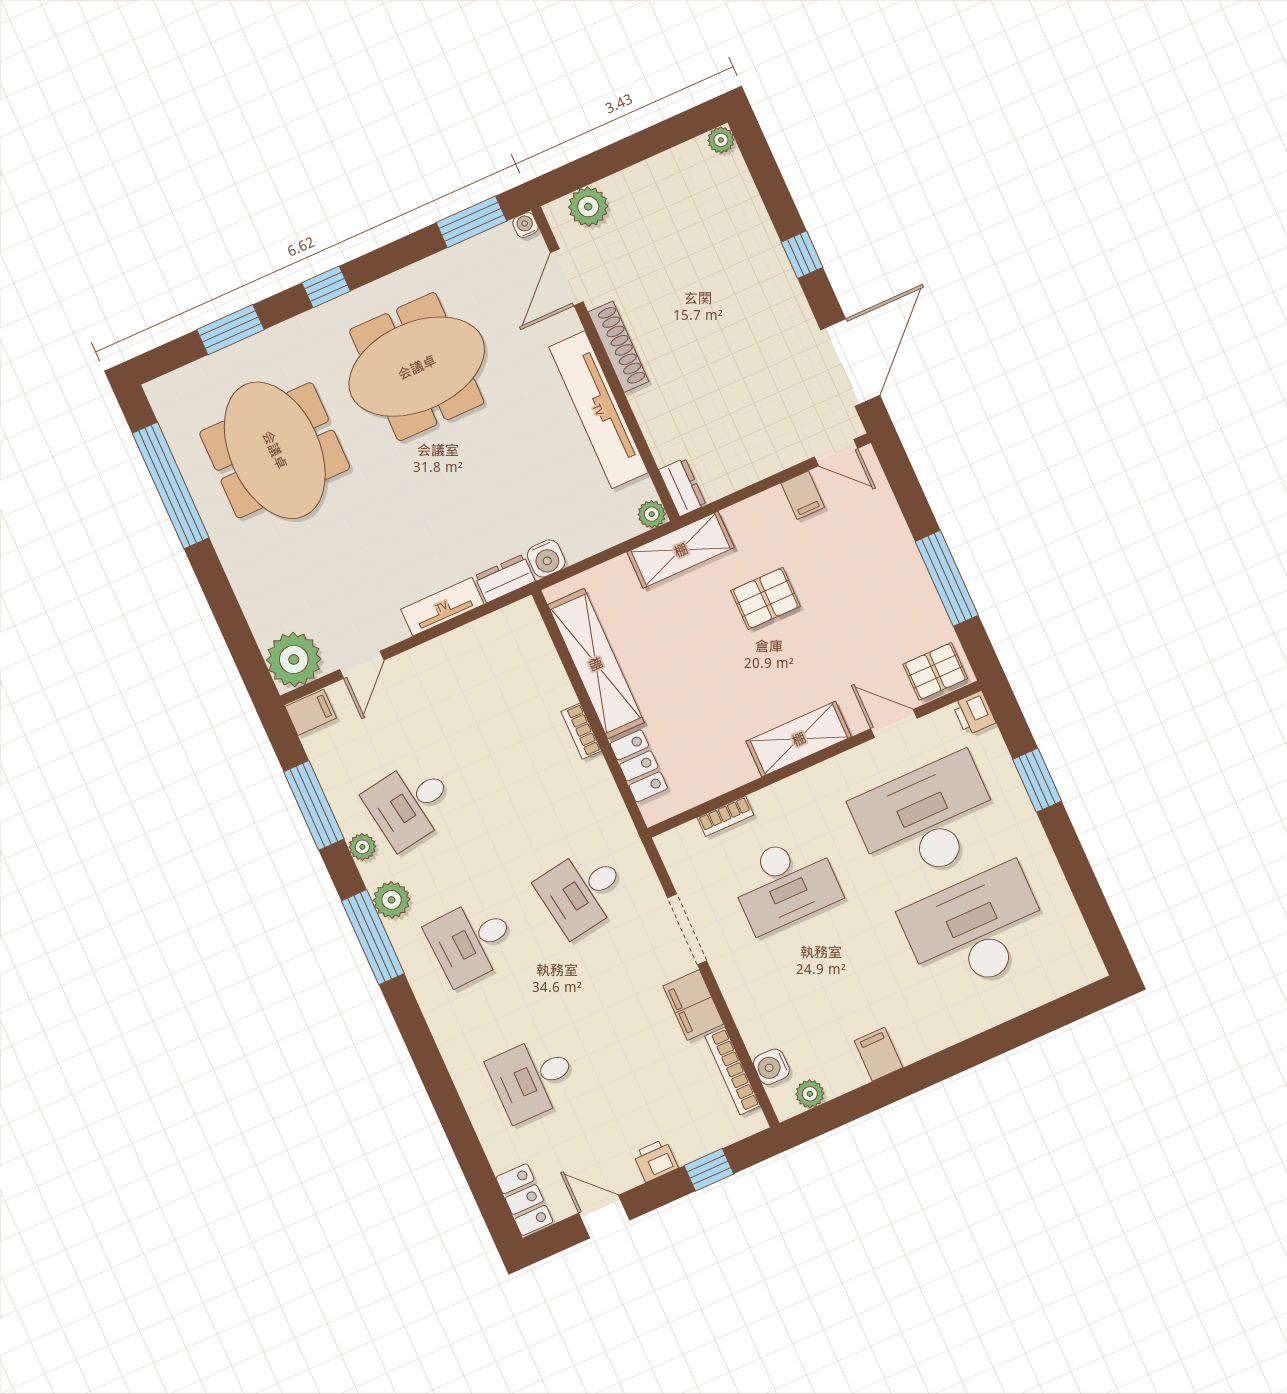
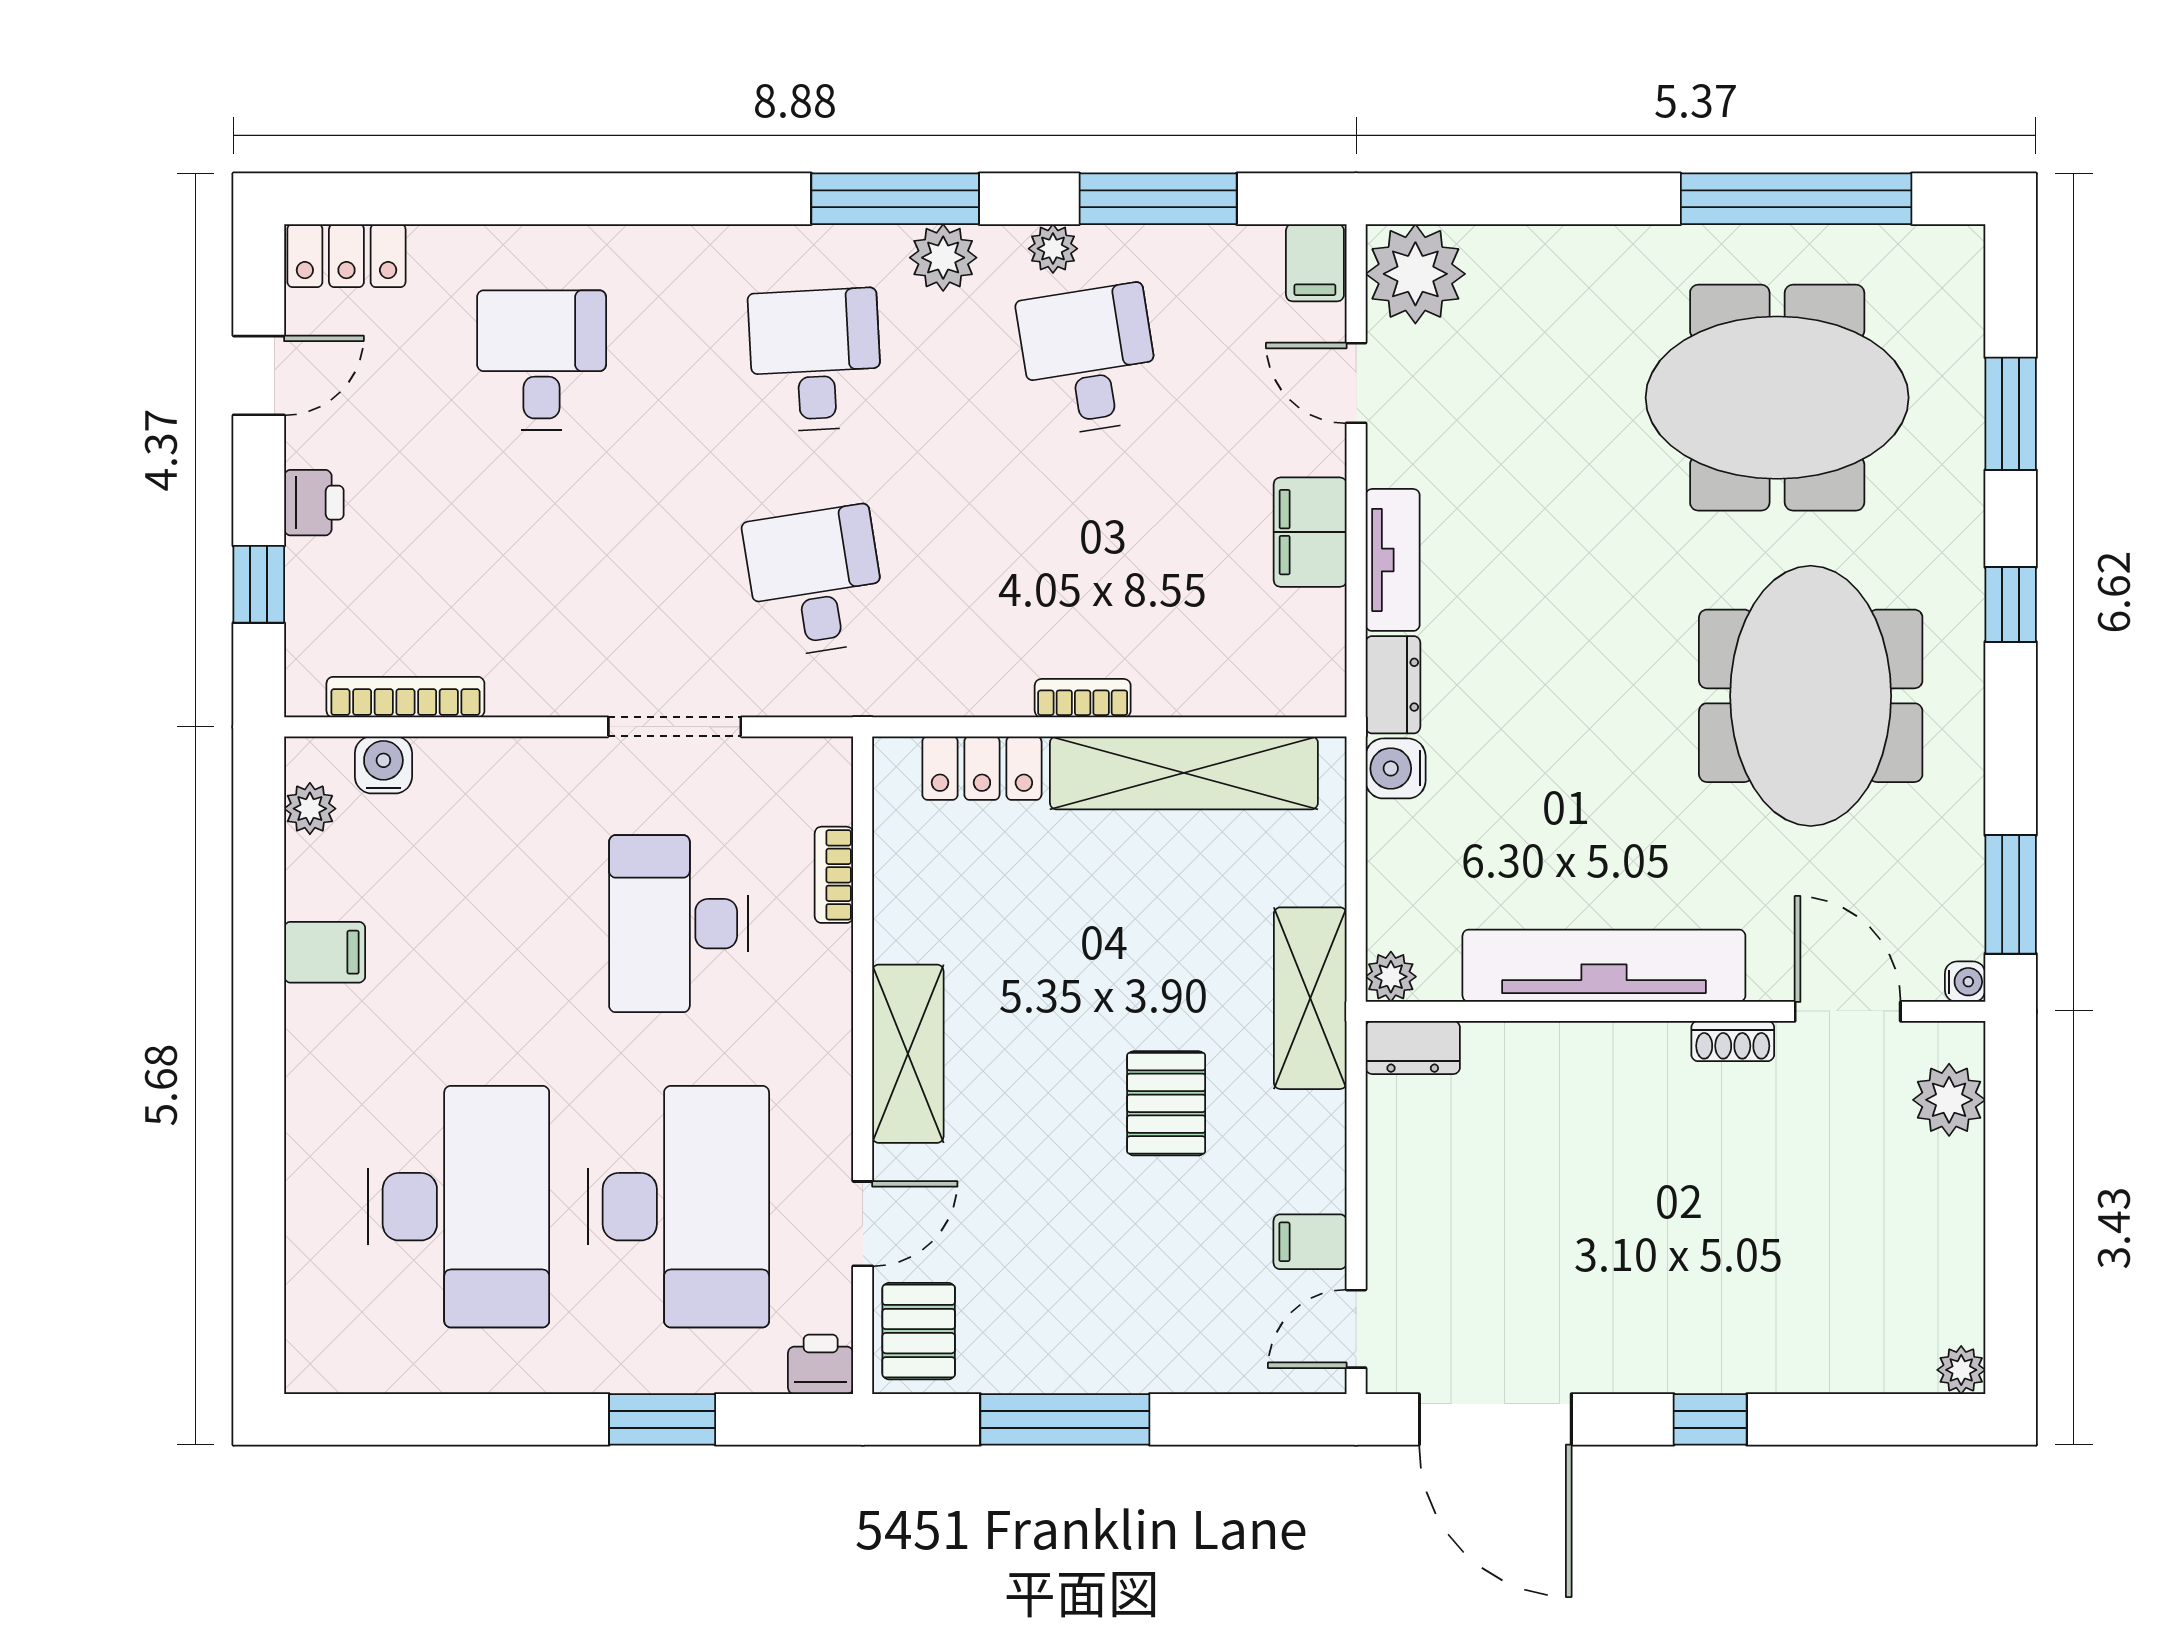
shoe rack: (618, 347) -> (1733, 1041), width x0.51, depth x0.81
filing cabinet: (693, 1005) -> (1310, 532), moved, turned -90

